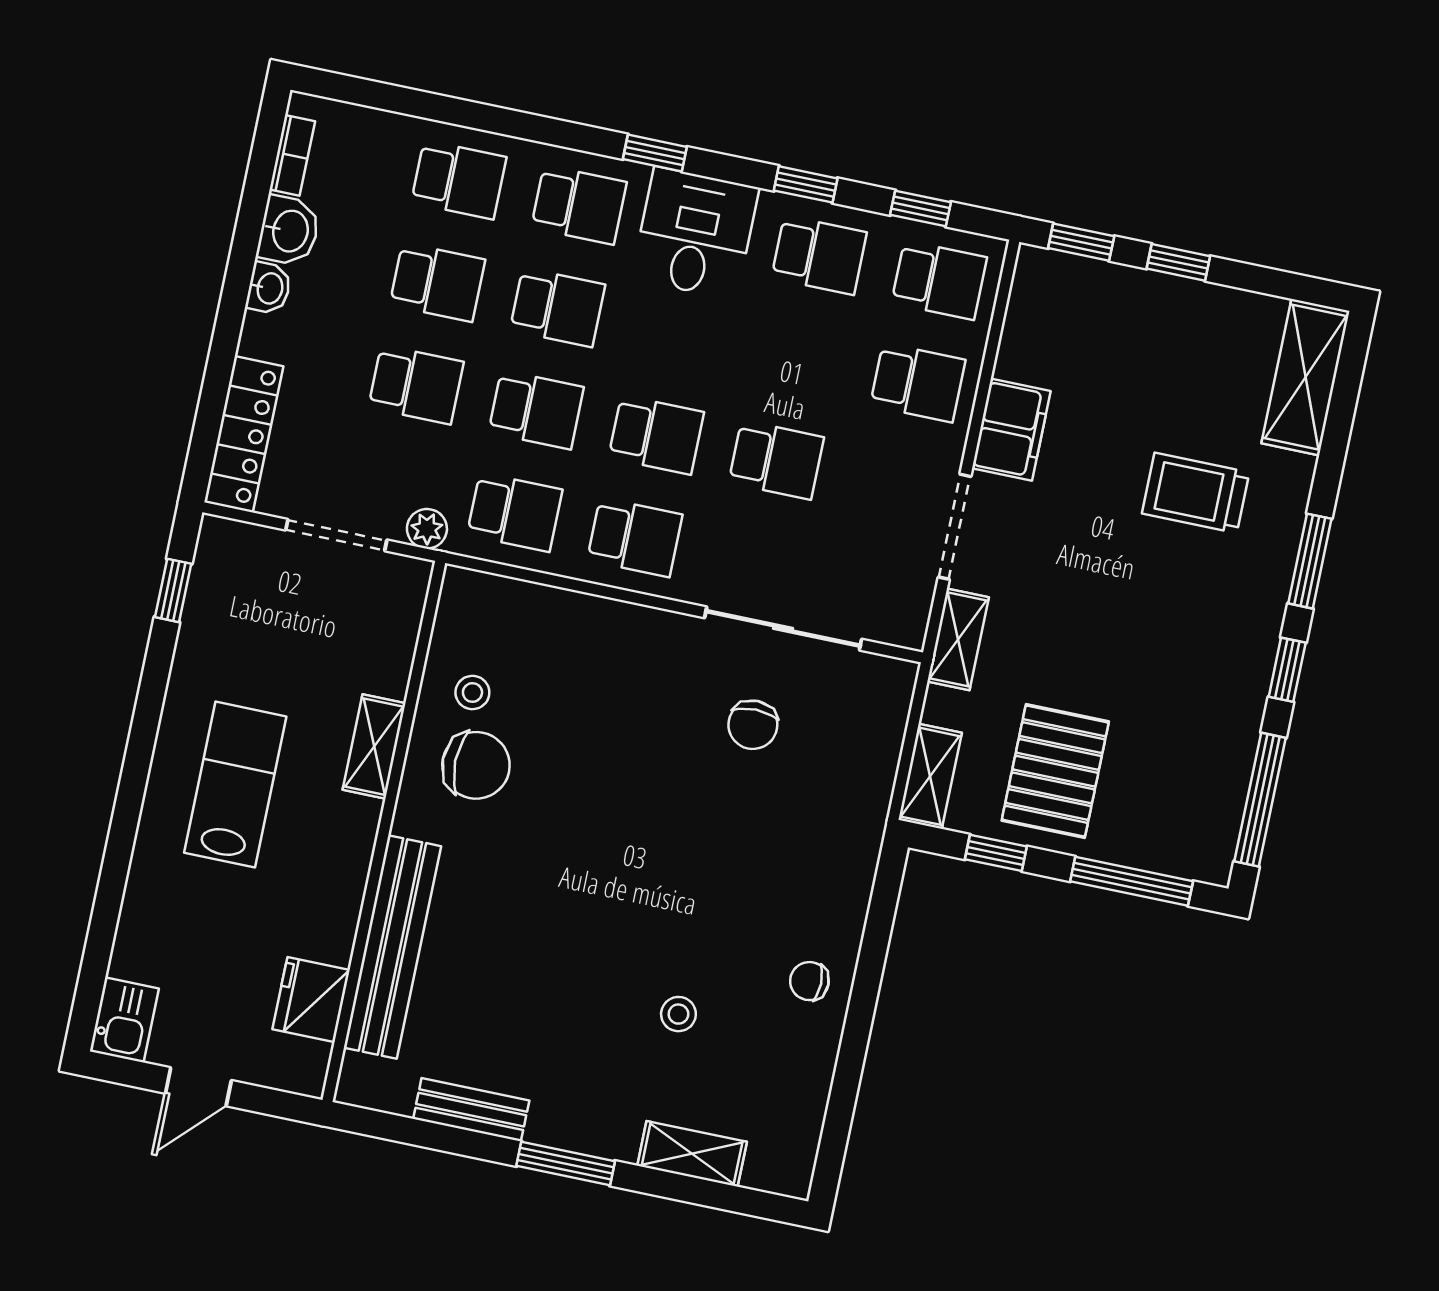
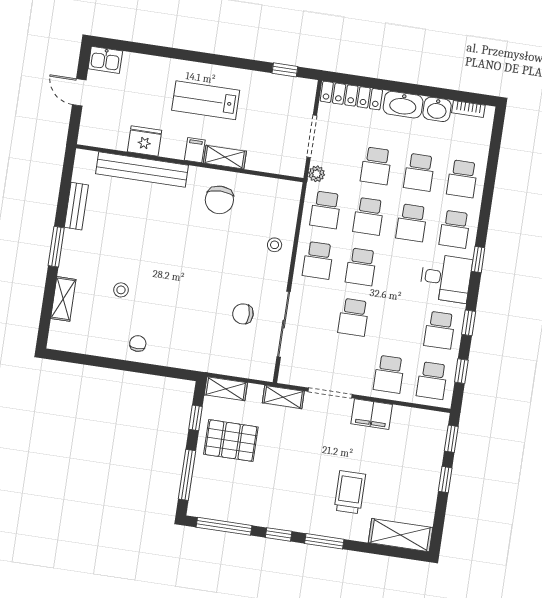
washbasin: (269, 288) -> (403, 105), width x1.91, depth x1.45
stool: (472, 692) -> (275, 245), moved
lab bench: (235, 785) -> (206, 100), turned 180
filing cabinet: (353, 818) -> (195, 150), added
fridge: (311, 1000) -> (145, 141), moved

